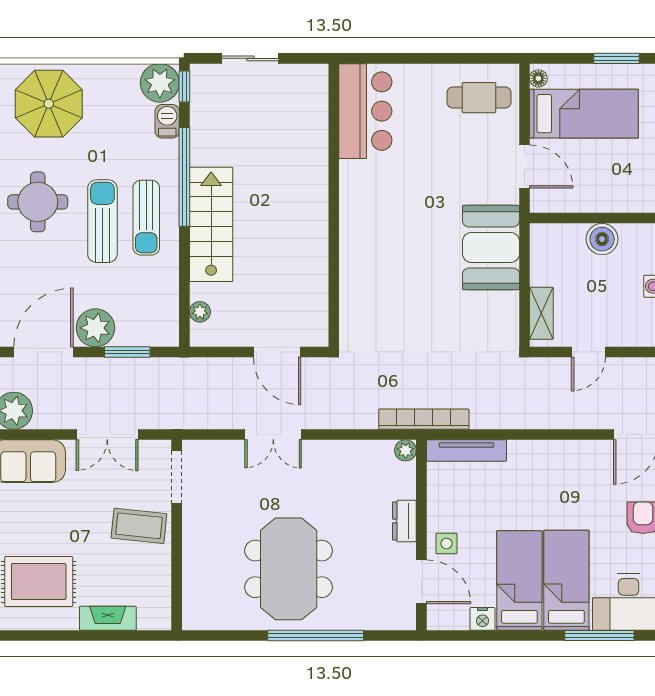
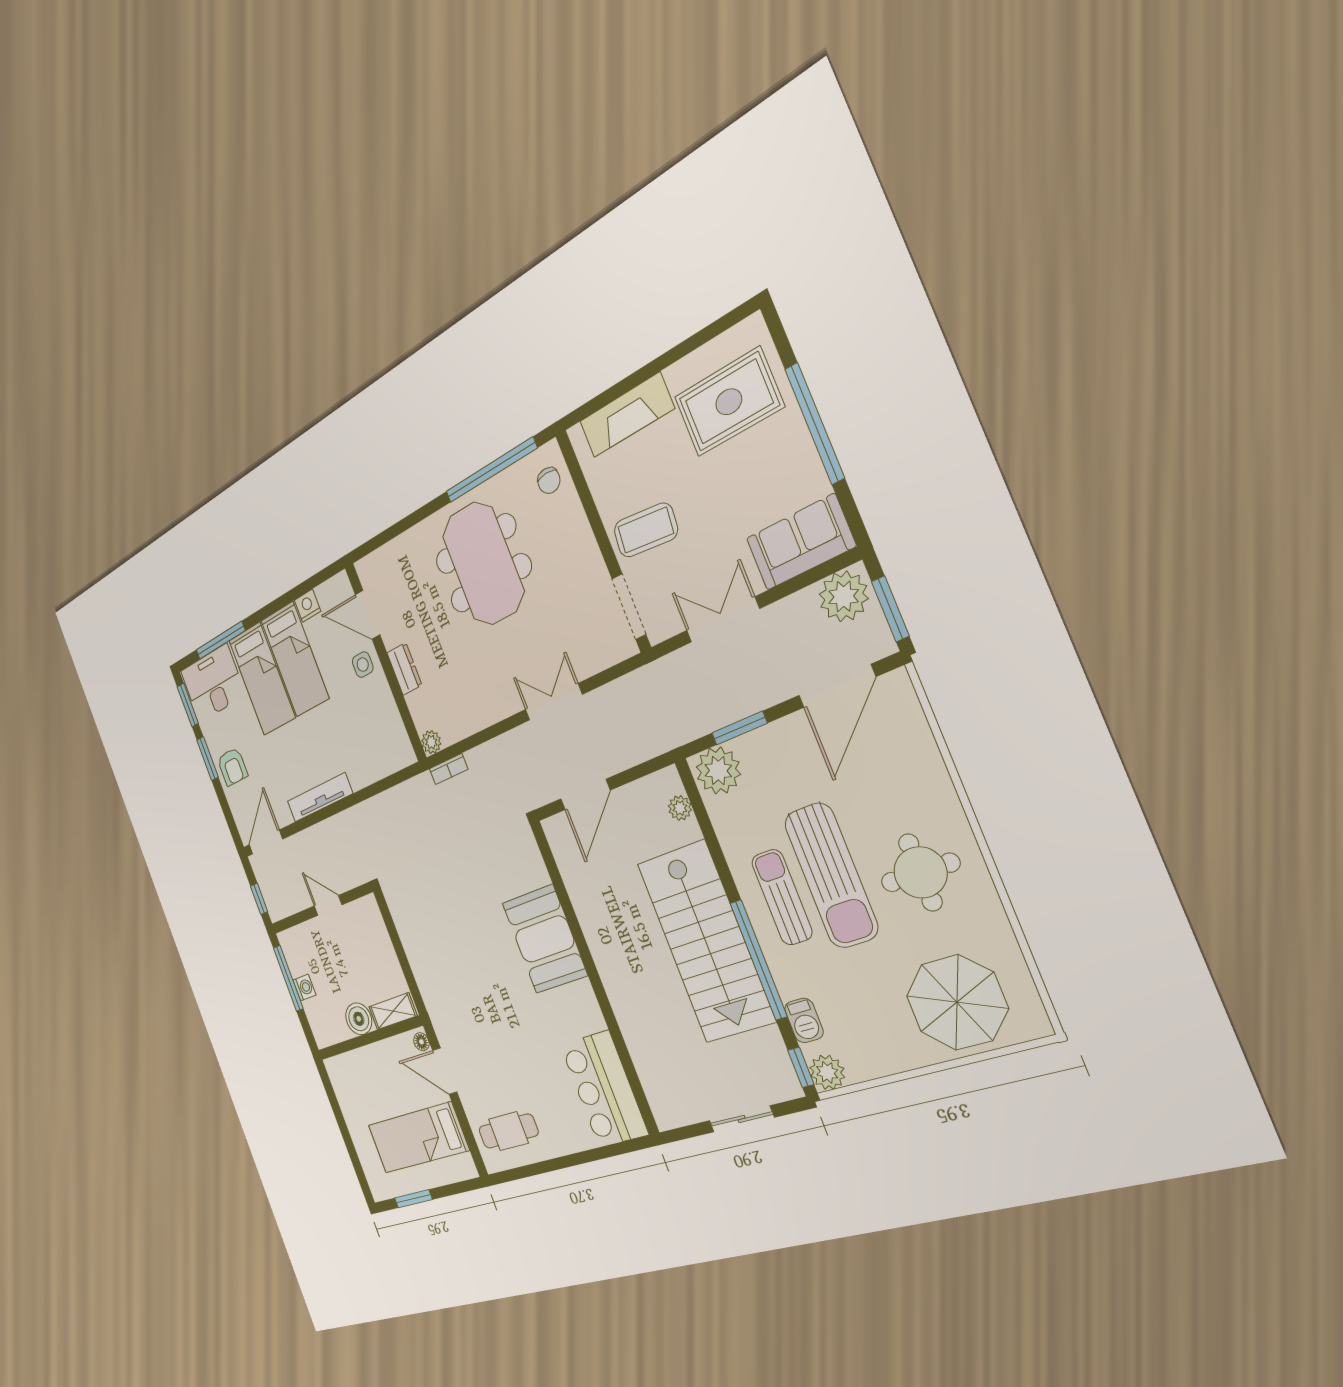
floor lamp: (538, 78) -> (421, 1042), moved
plant: (160, 83) -> (827, 1072), width x0.73, depth x0.73
sun lounger: (102, 221) -> (831, 875), width x1.36, depth x1.34
stairs: (211, 224) -> (706, 942), width x1.36, depth x1.51
booth: (491, 248) -> (545, 939), moved
shelving: (541, 313) -> (393, 1011), moved, turned 90
plant: (95, 328) -> (718, 771), moved
door: (277, 352) -> (585, 795), swing flipped
door: (588, 352) -> (328, 905), hinge flipped
bookcase: (424, 419) -> (449, 769), width x0.43, depth x0.76
tv unit: (466, 450) -> (320, 797), moved
chair: (202, 601) -> (549, 481), added
fireplace: (108, 618) -> (627, 415), width x1.37, depth x1.32
window: (316, 635) -> (491, 470), moved

